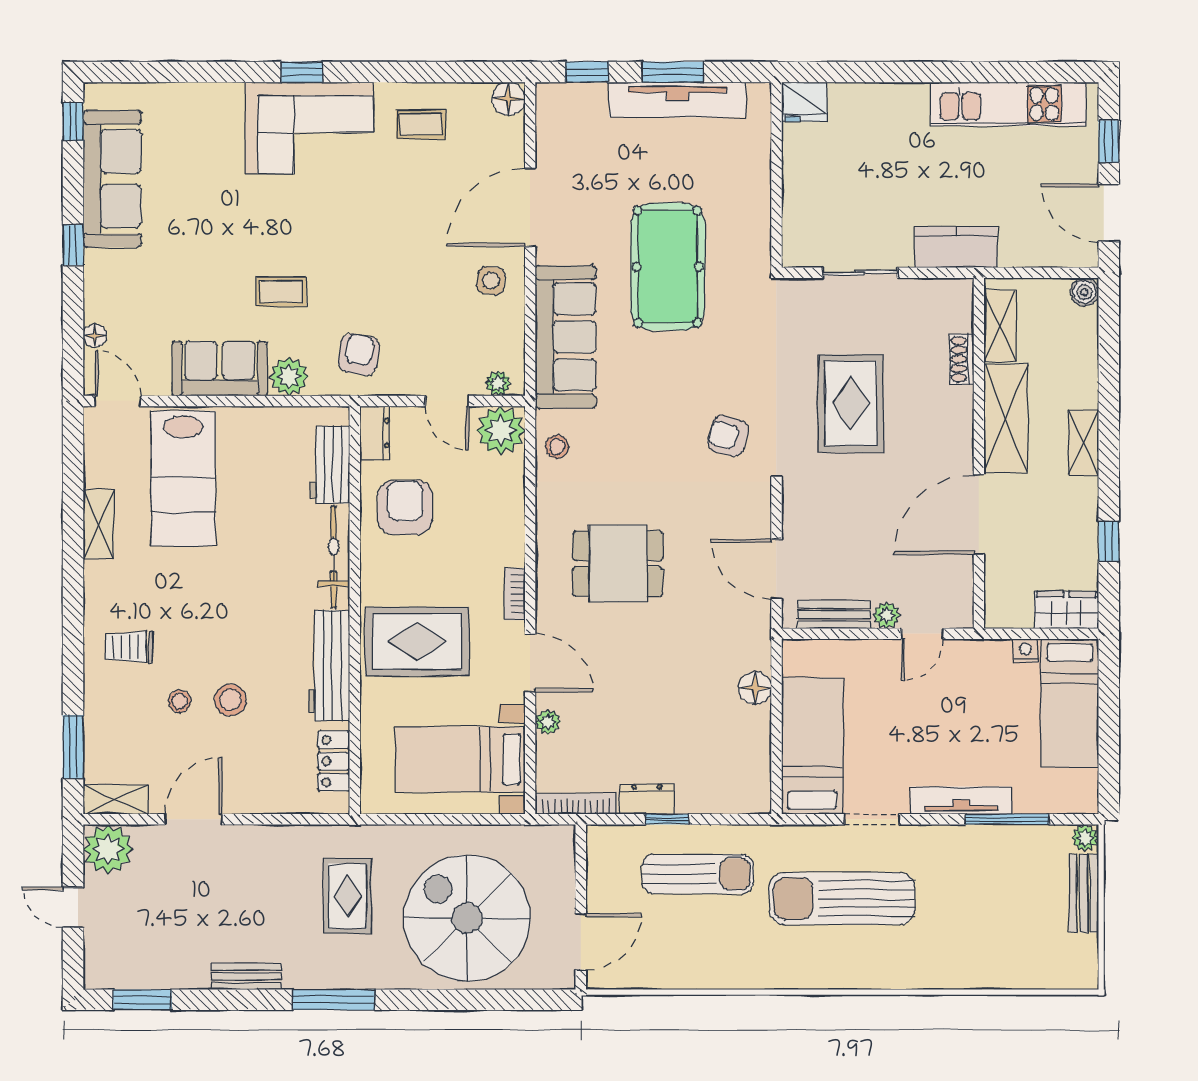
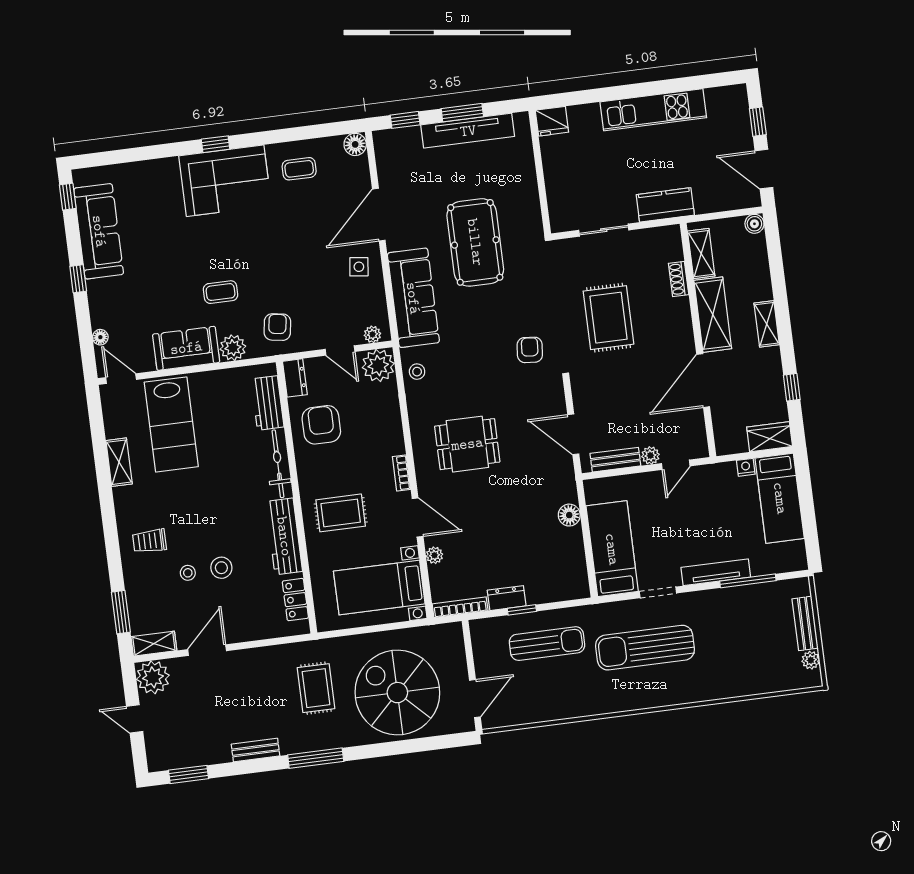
kitchen unit: (1008, 104) -> (653, 110), moved
armchair: (728, 436) -> (530, 350), turned 80
rug: (417, 642) -> (341, 513), width x0.73, depth x0.70
plant: (1085, 838) -> (811, 660), moved

